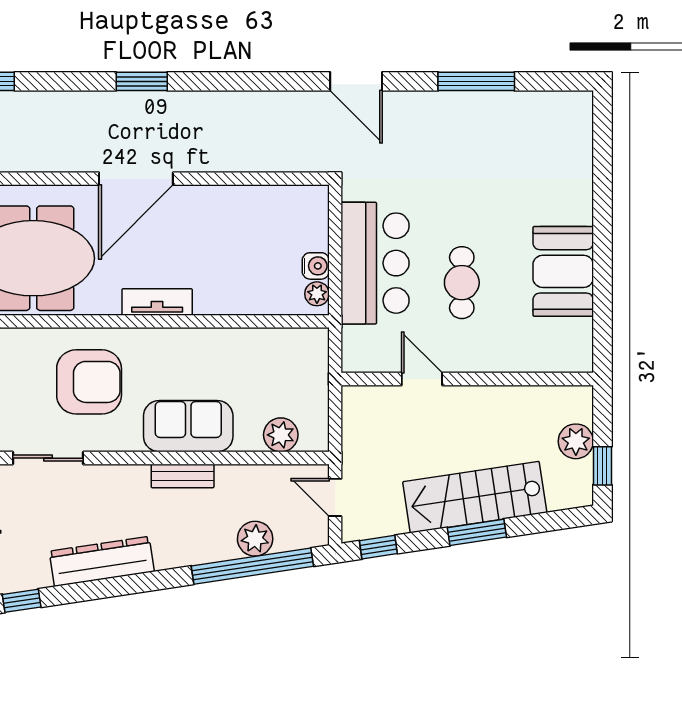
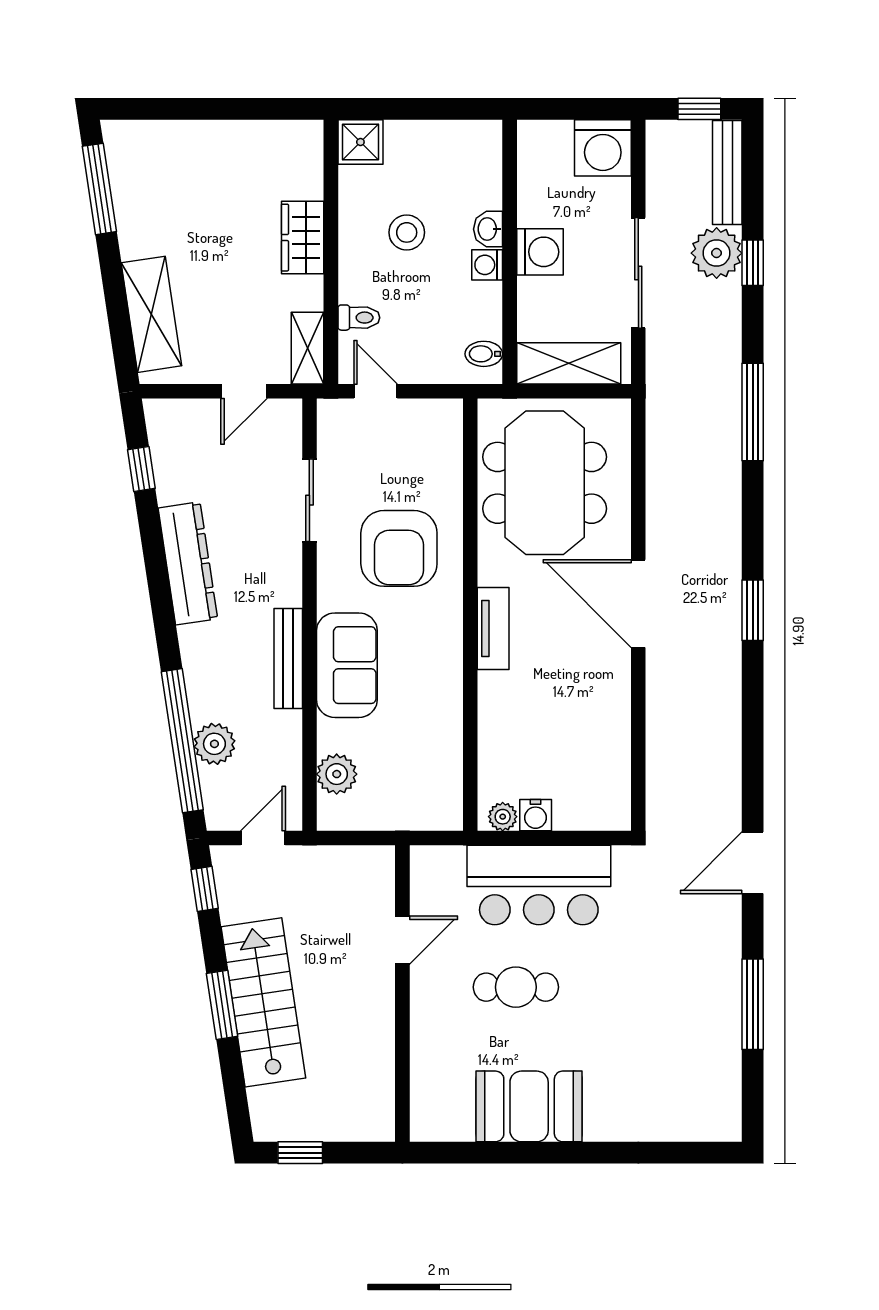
plant: (576, 441) -> (329, 1121), removed
bench: (183, 476) -> (288, 658), width x1.36

